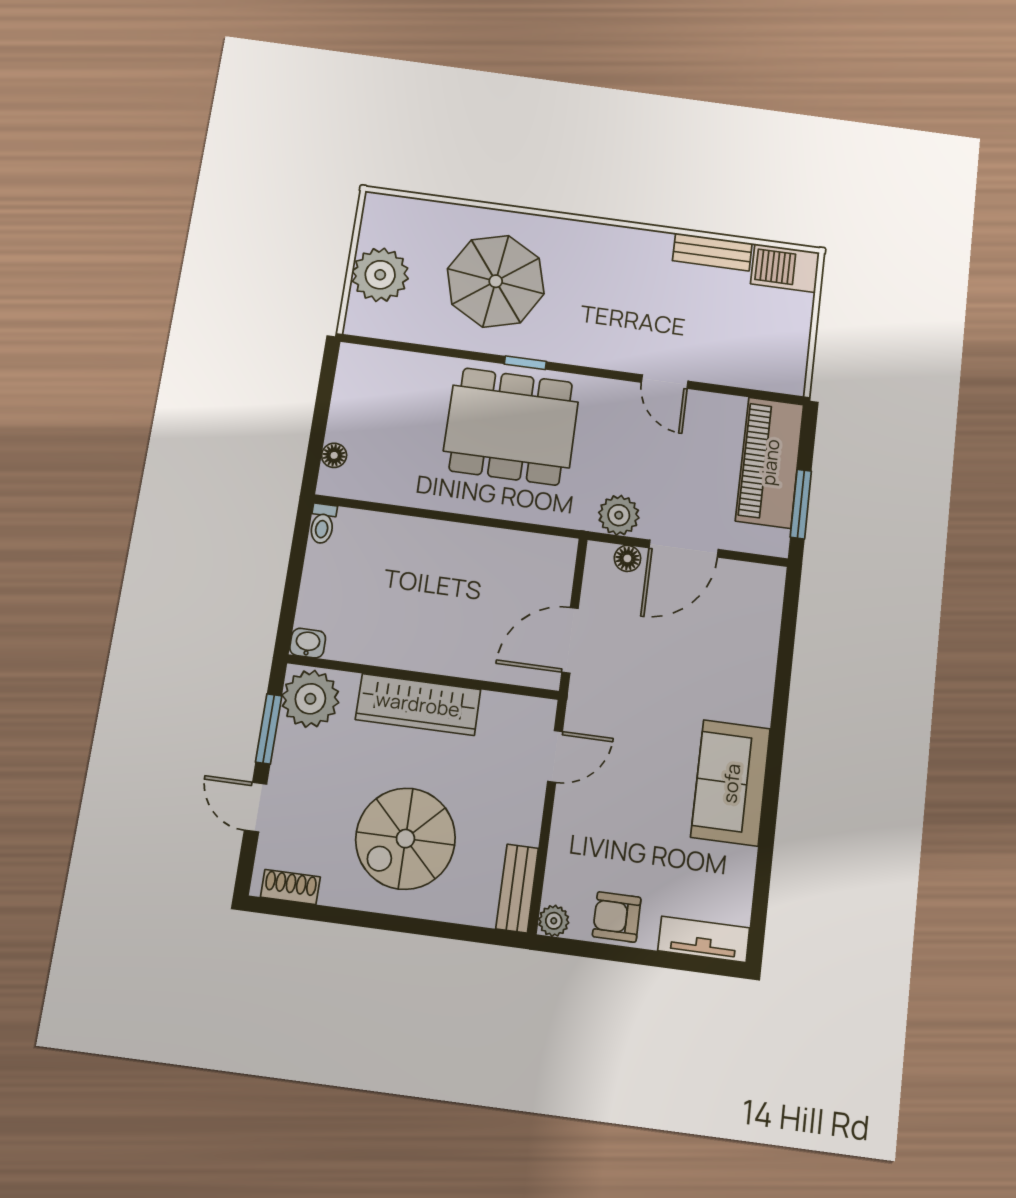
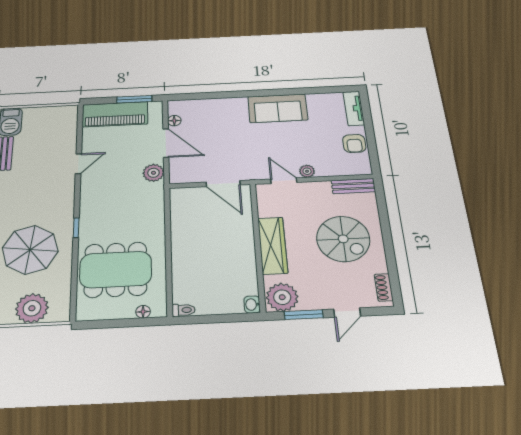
dining table: (511, 426) -> (116, 270), moved, turned 90
floor lamp: (627, 558) -> (174, 121), moved
plant: (554, 921) -> (307, 171), moved

